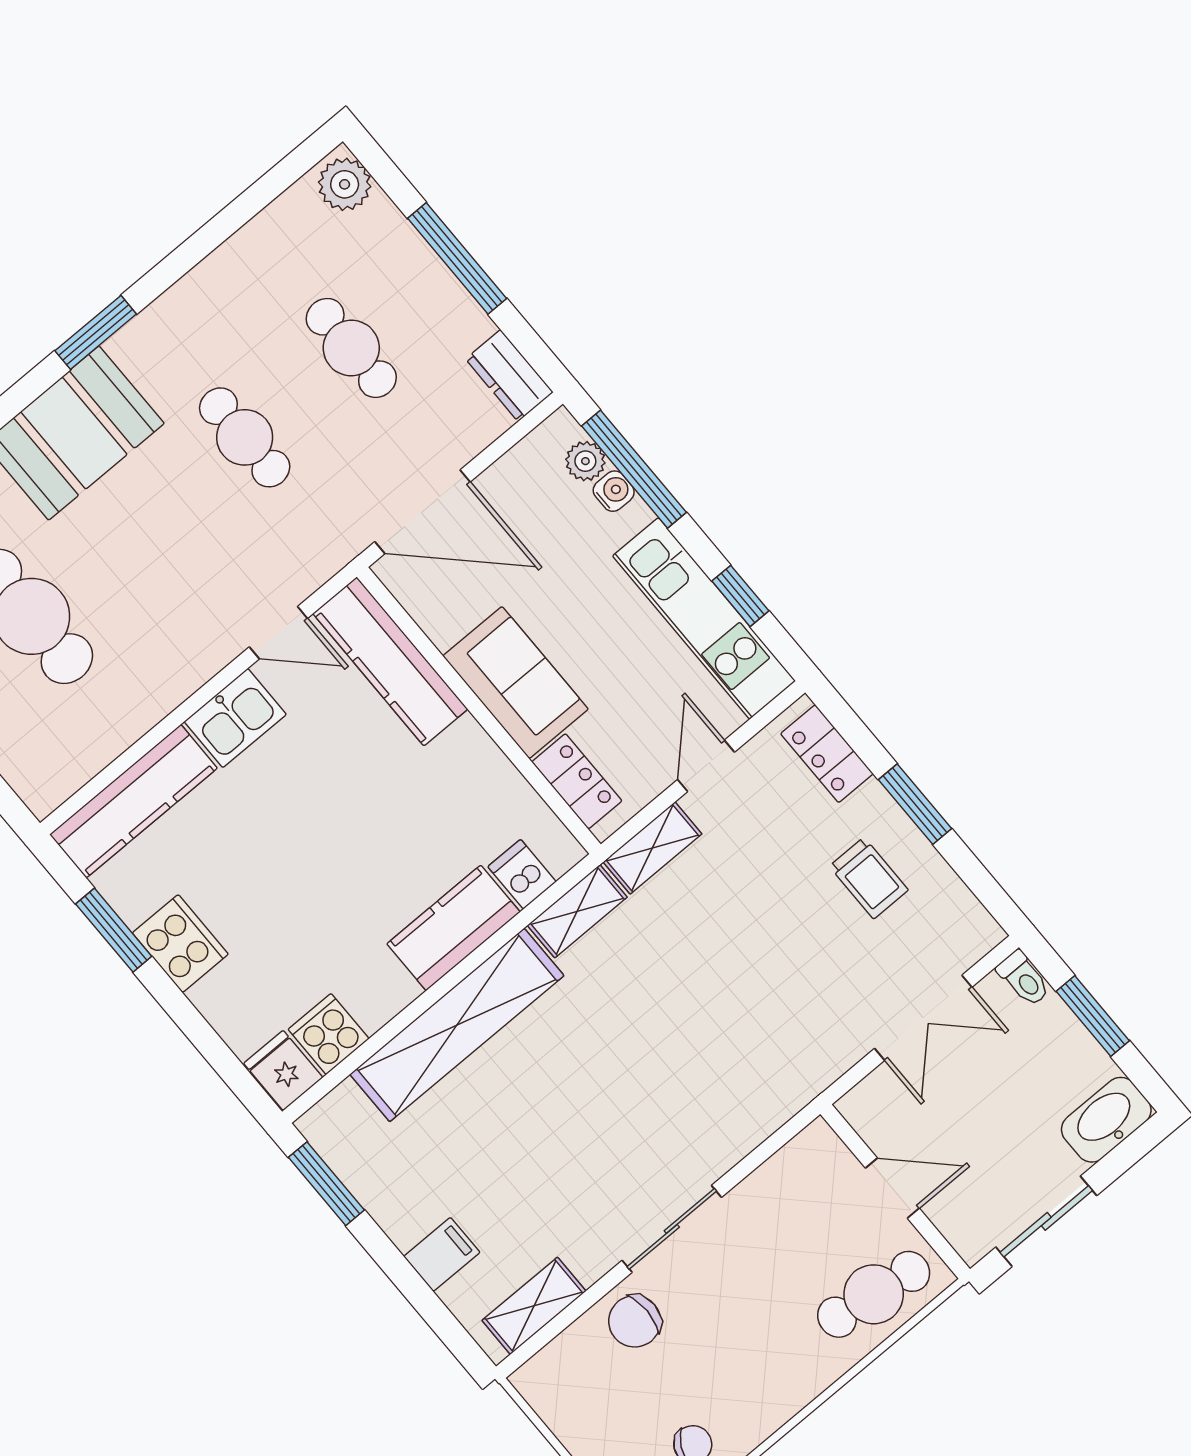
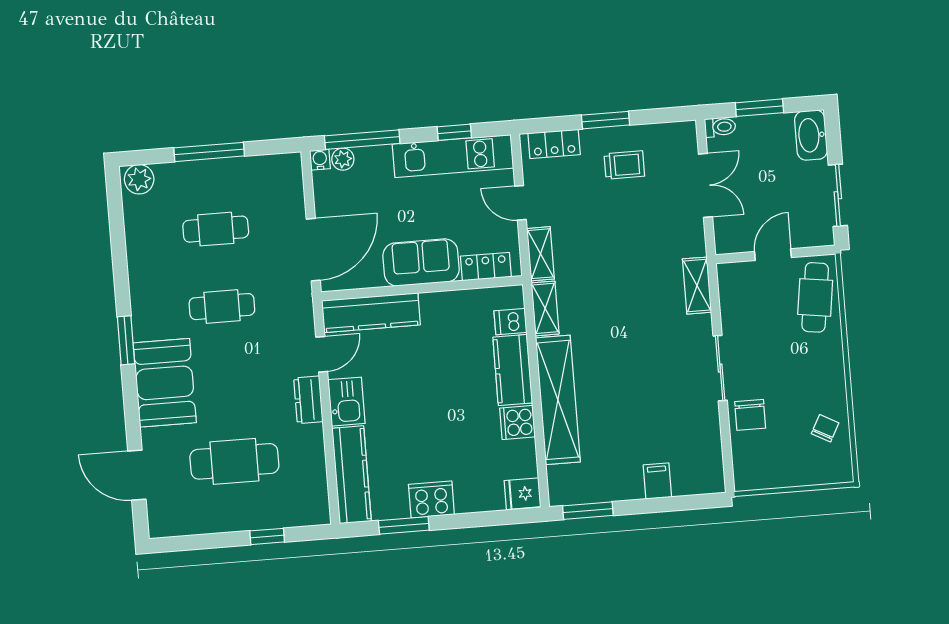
dresser: (509, 376) -> (308, 400), moved, turned 90
water cooler: (614, 491) -> (320, 160), moved
cooker: (329, 1034) -> (517, 423), moved
shelving: (534, 1306) -> (697, 286), moved

